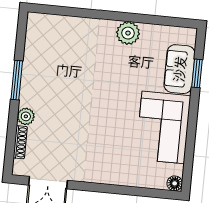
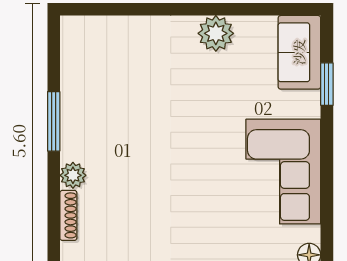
sofa: (179, 69) -> (299, 52), moved

